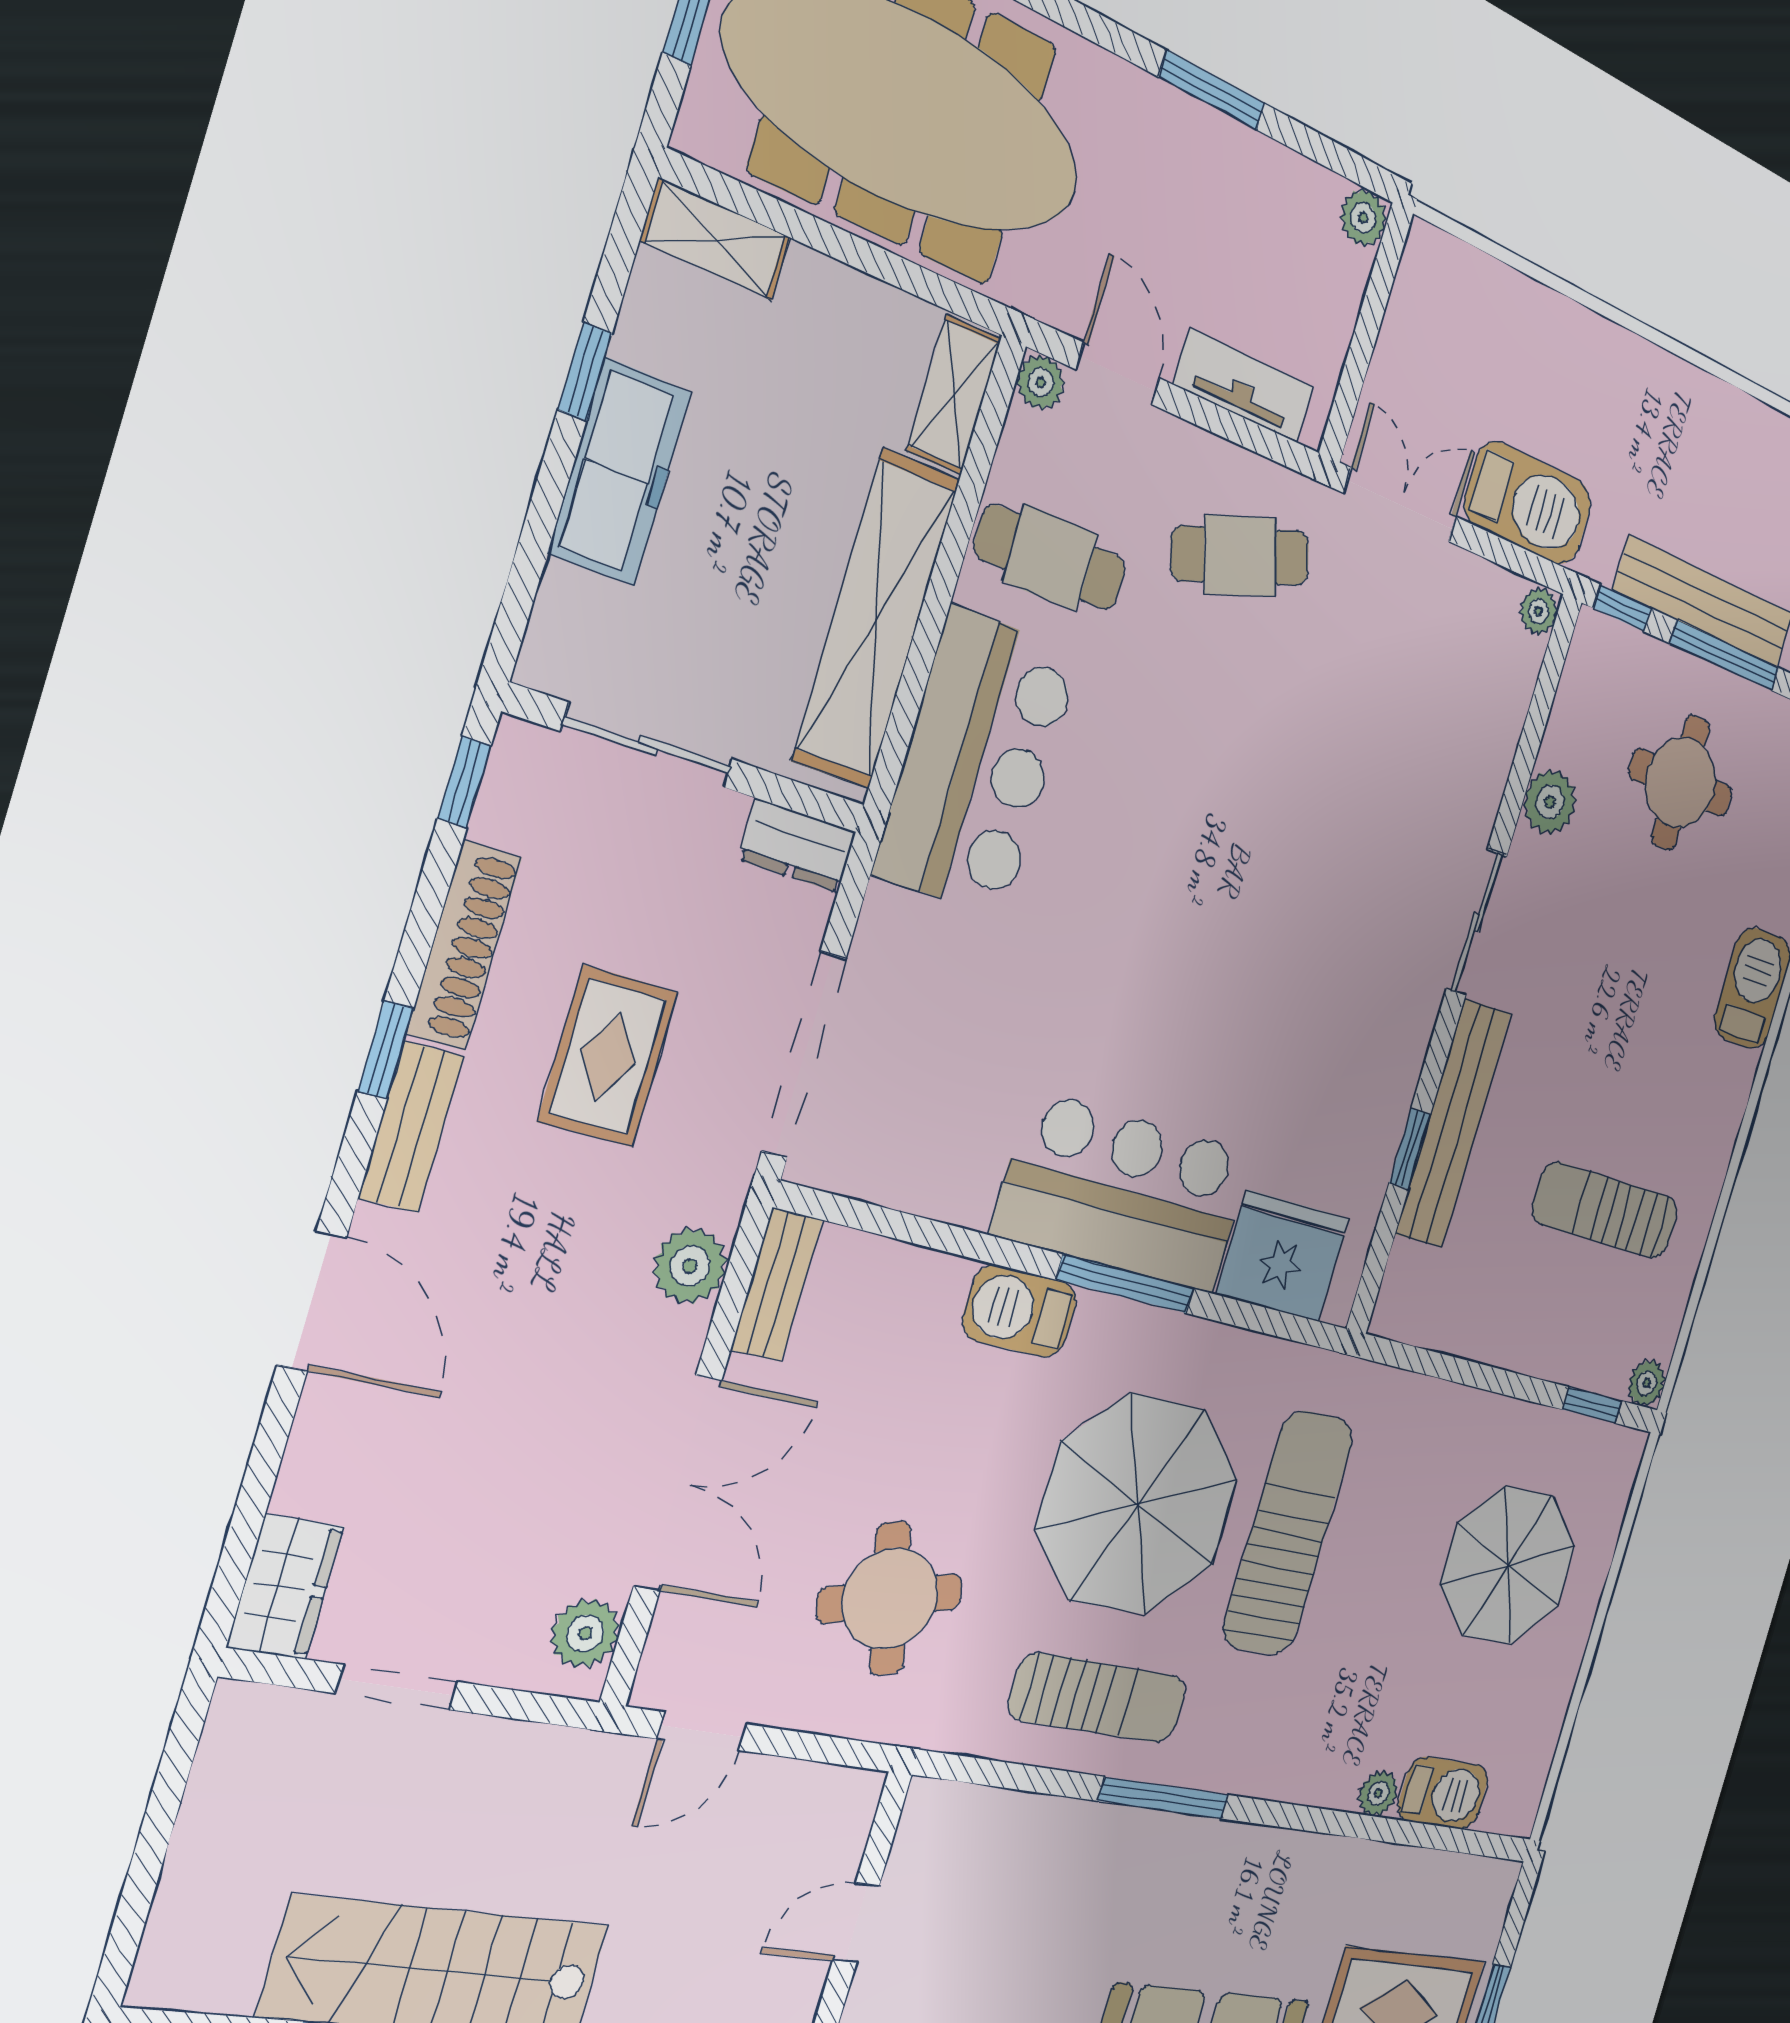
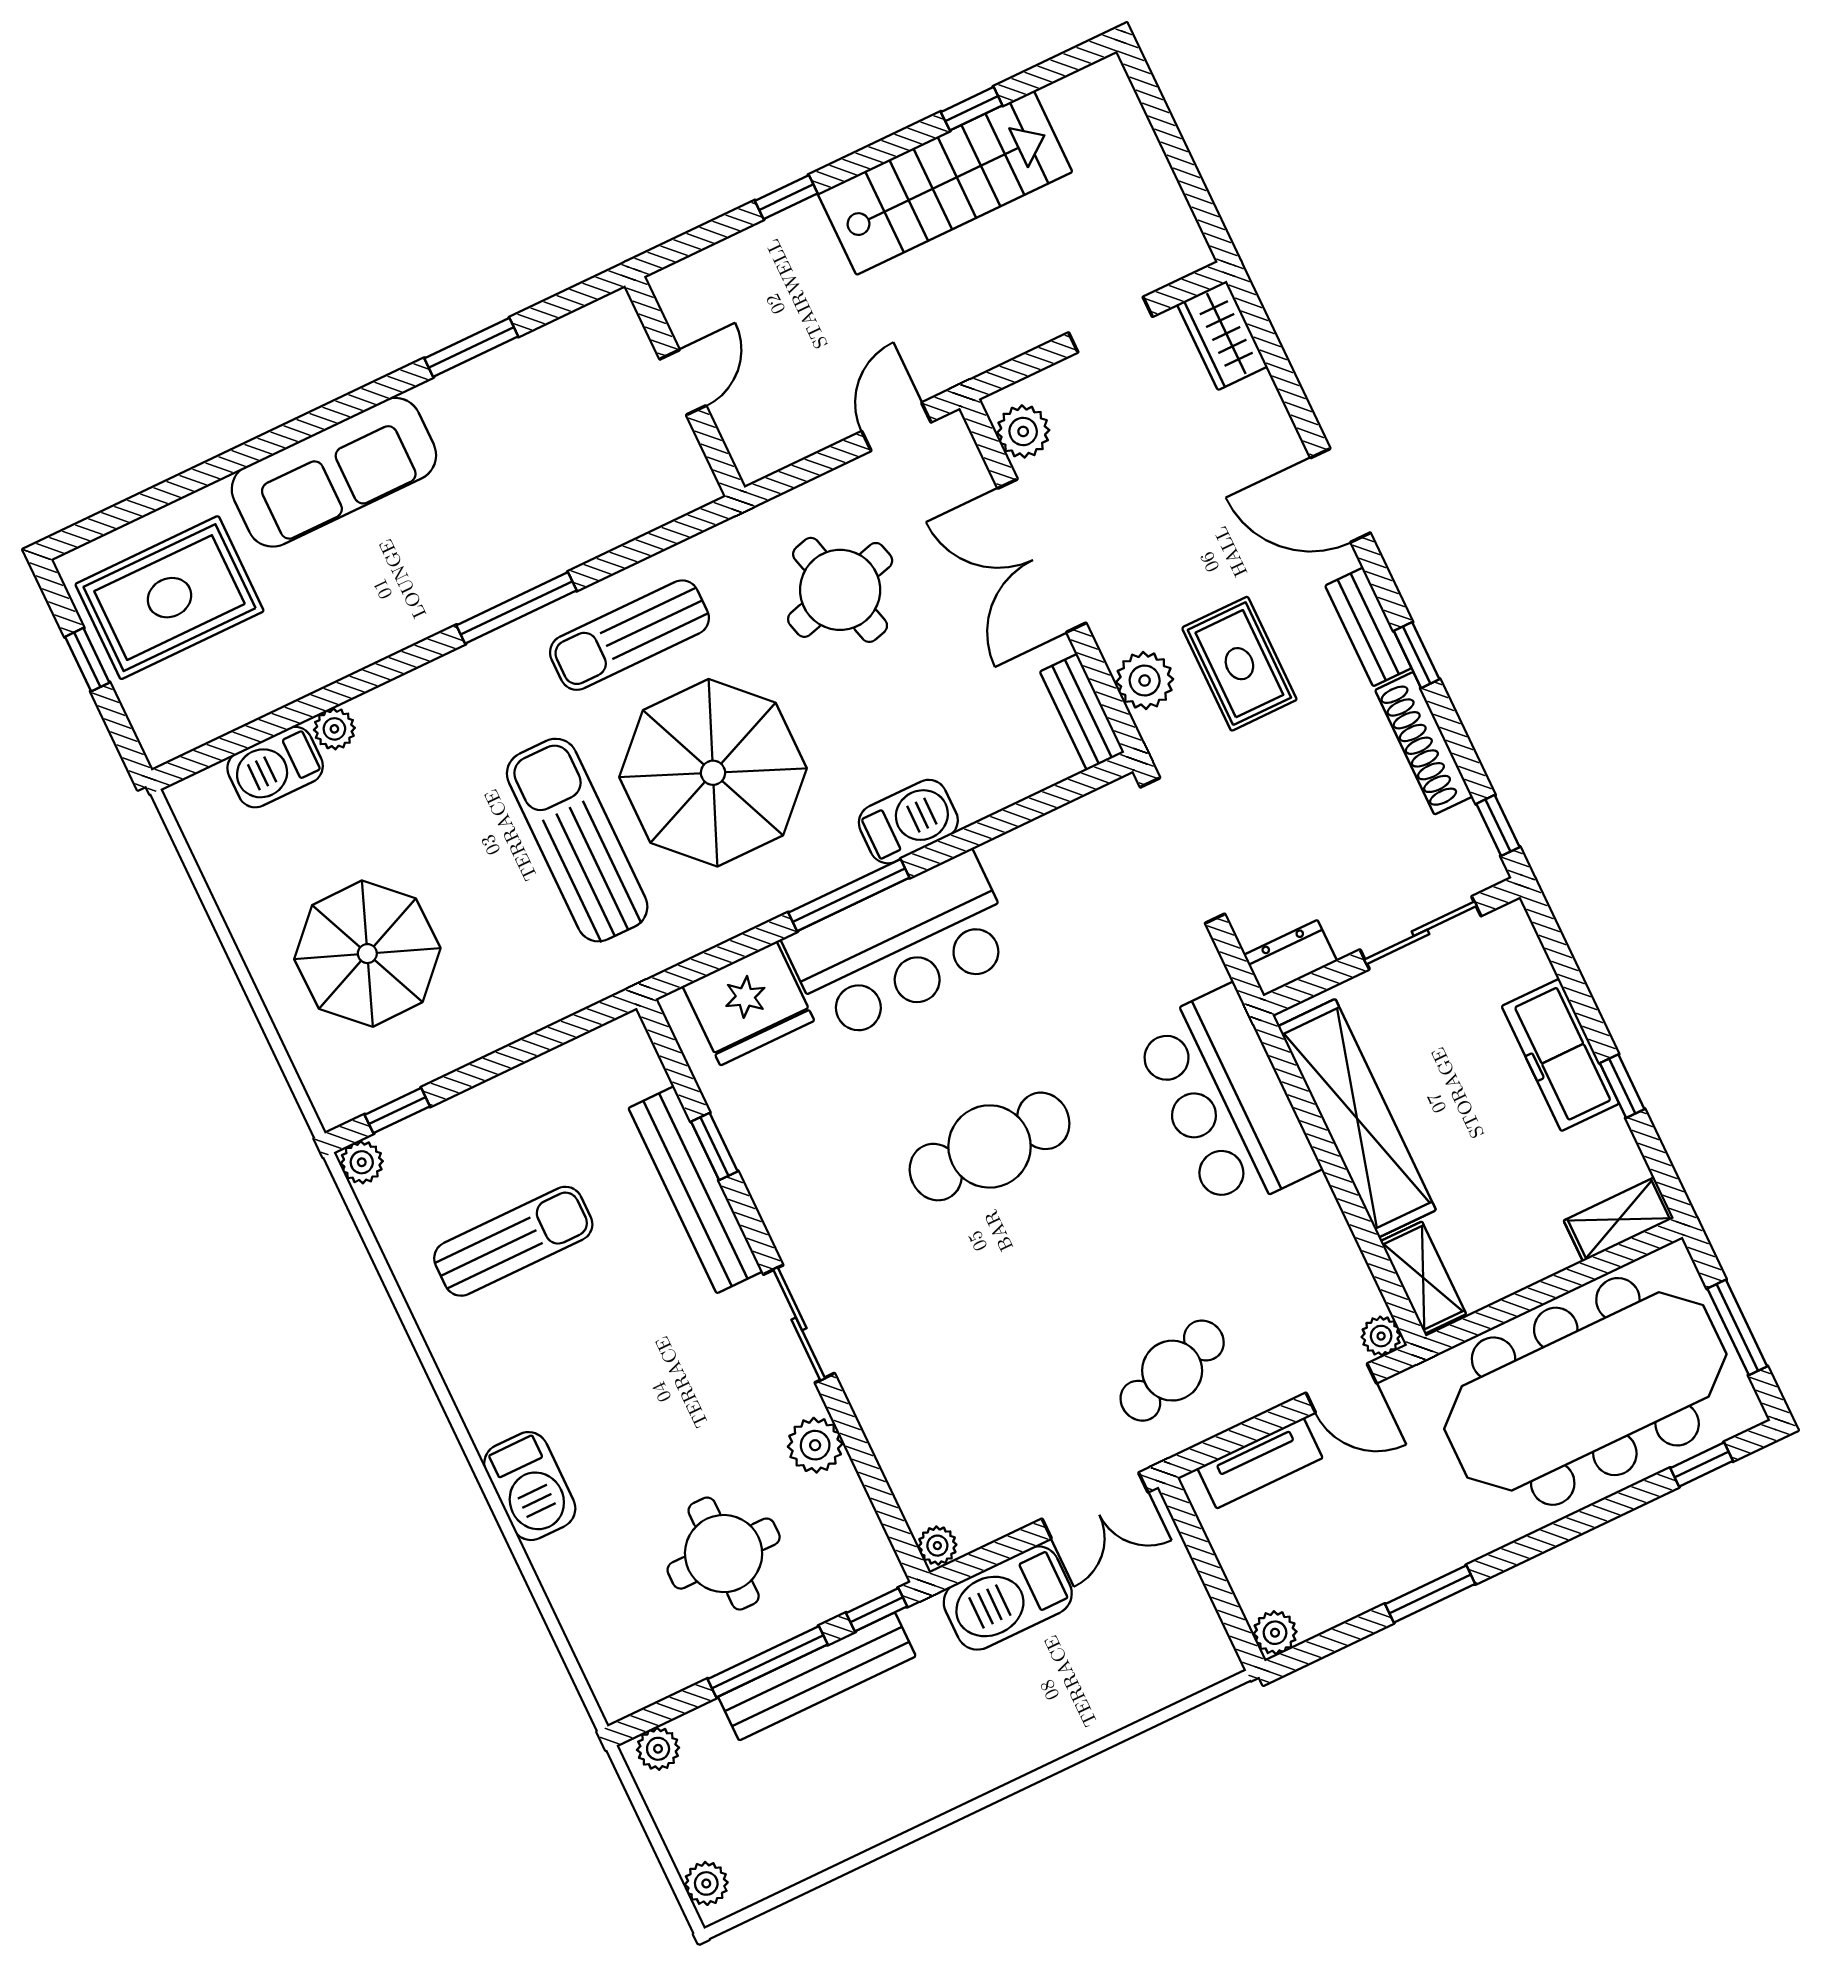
cafe table: (1050, 558) -> (990, 1146), moved, width x1.37, depth x1.35
rug: (608, 1057) -> (1239, 664), moved
sun lounger: (1288, 1533) -> (577, 840), turned 180

